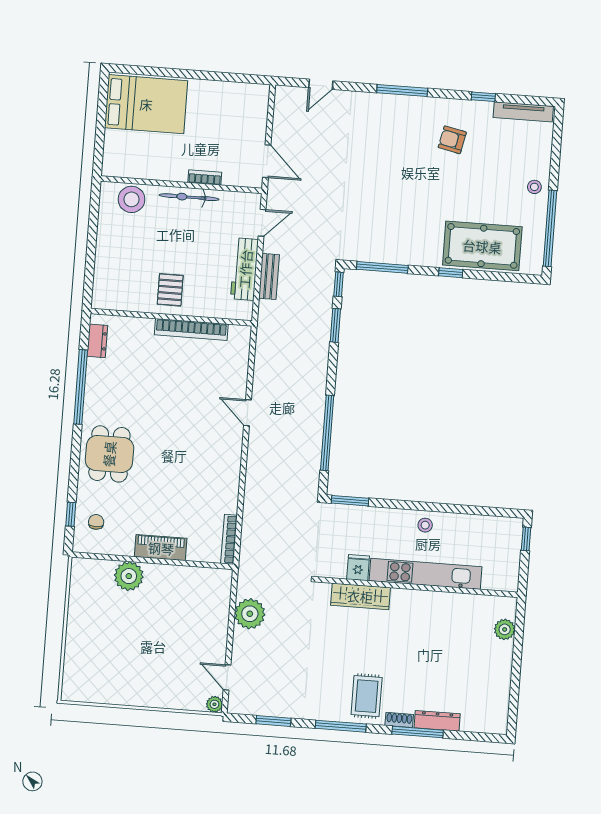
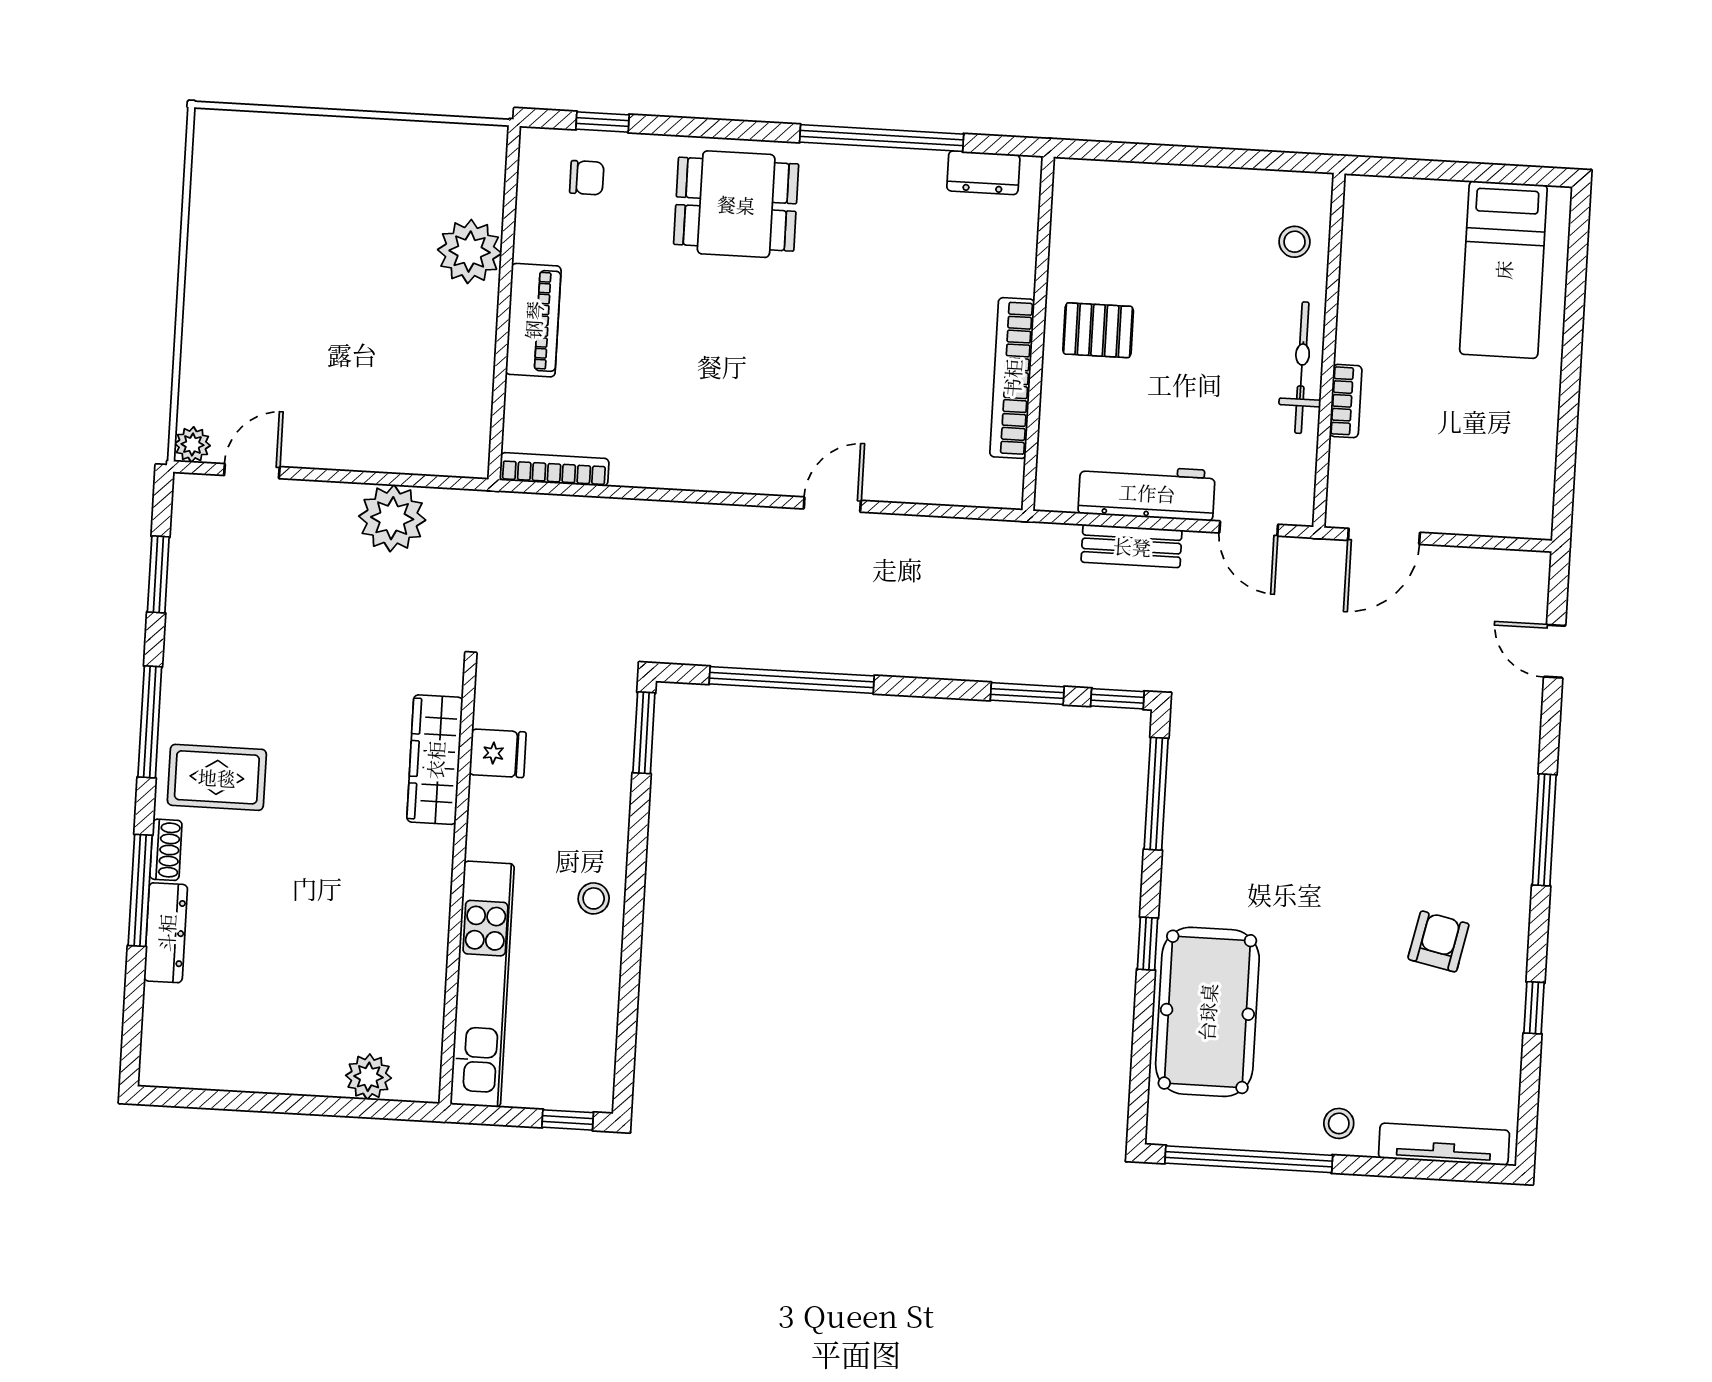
bed: (146, 104) -> (1503, 270), width x0.67
tv unit: (523, 112) -> (1444, 1144), moved, turned 90
stool: (132, 199) -> (1295, 242), width x0.53, depth x0.53
kitchen unit: (426, 574) -> (482, 984), moved

